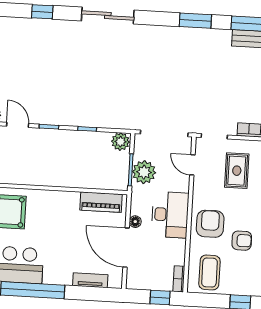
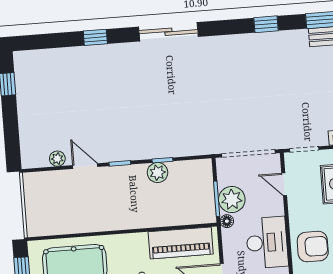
window: (195, 21) -> (266, 24), width x0.67
plant: (120, 142) -> (158, 173), moved
piano: (101, 202) -> (181, 243), width x1.37, depth x1.33
floor lamp: (135, 222) -> (227, 221), moved
armchair: (210, 224) -> (313, 247), turned 90

